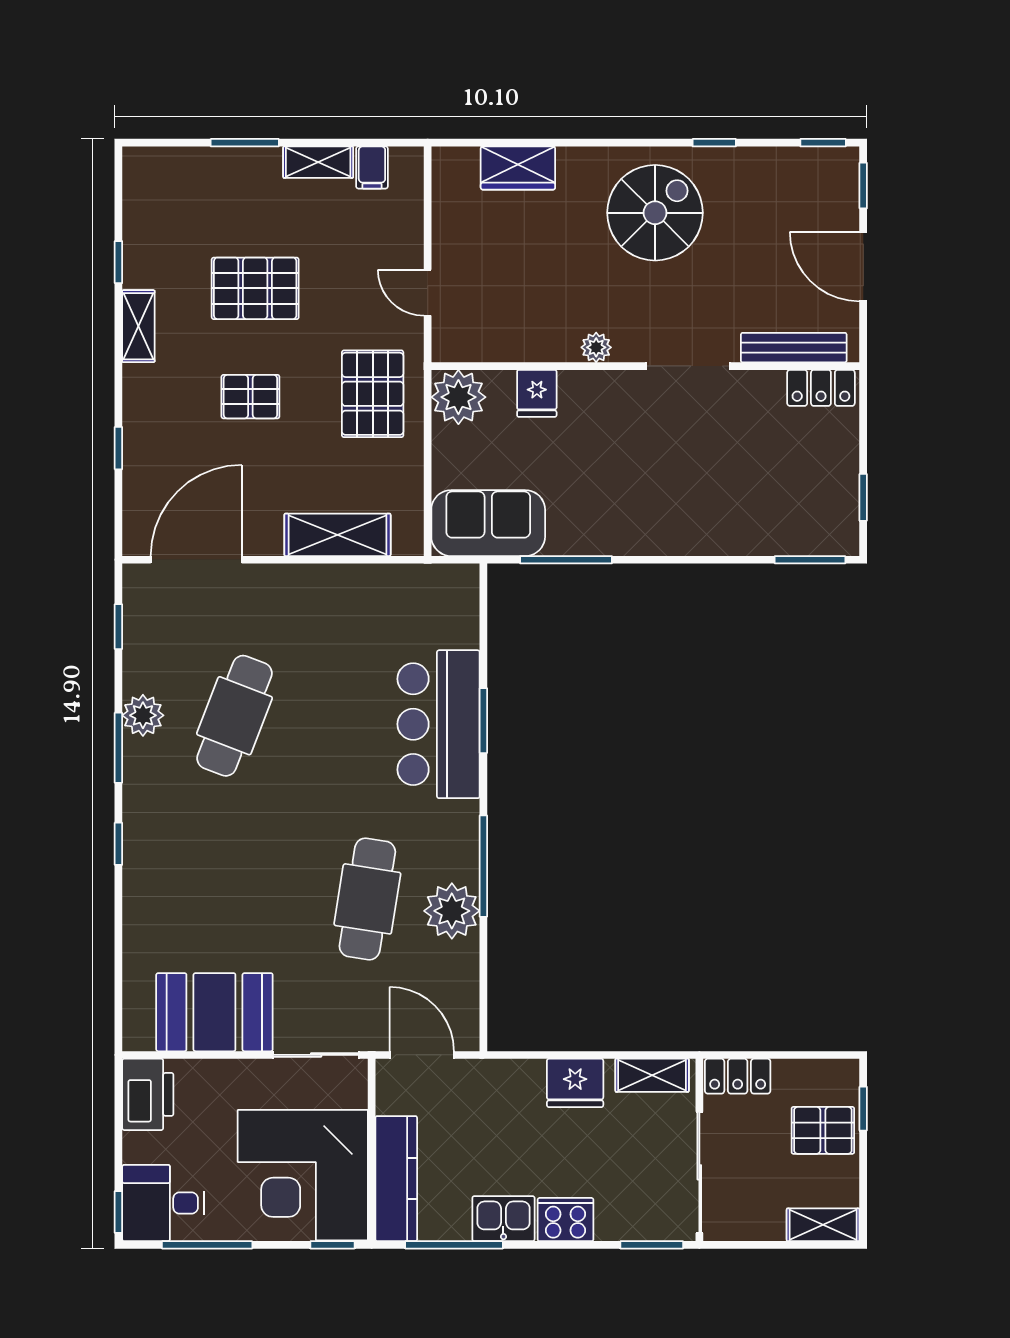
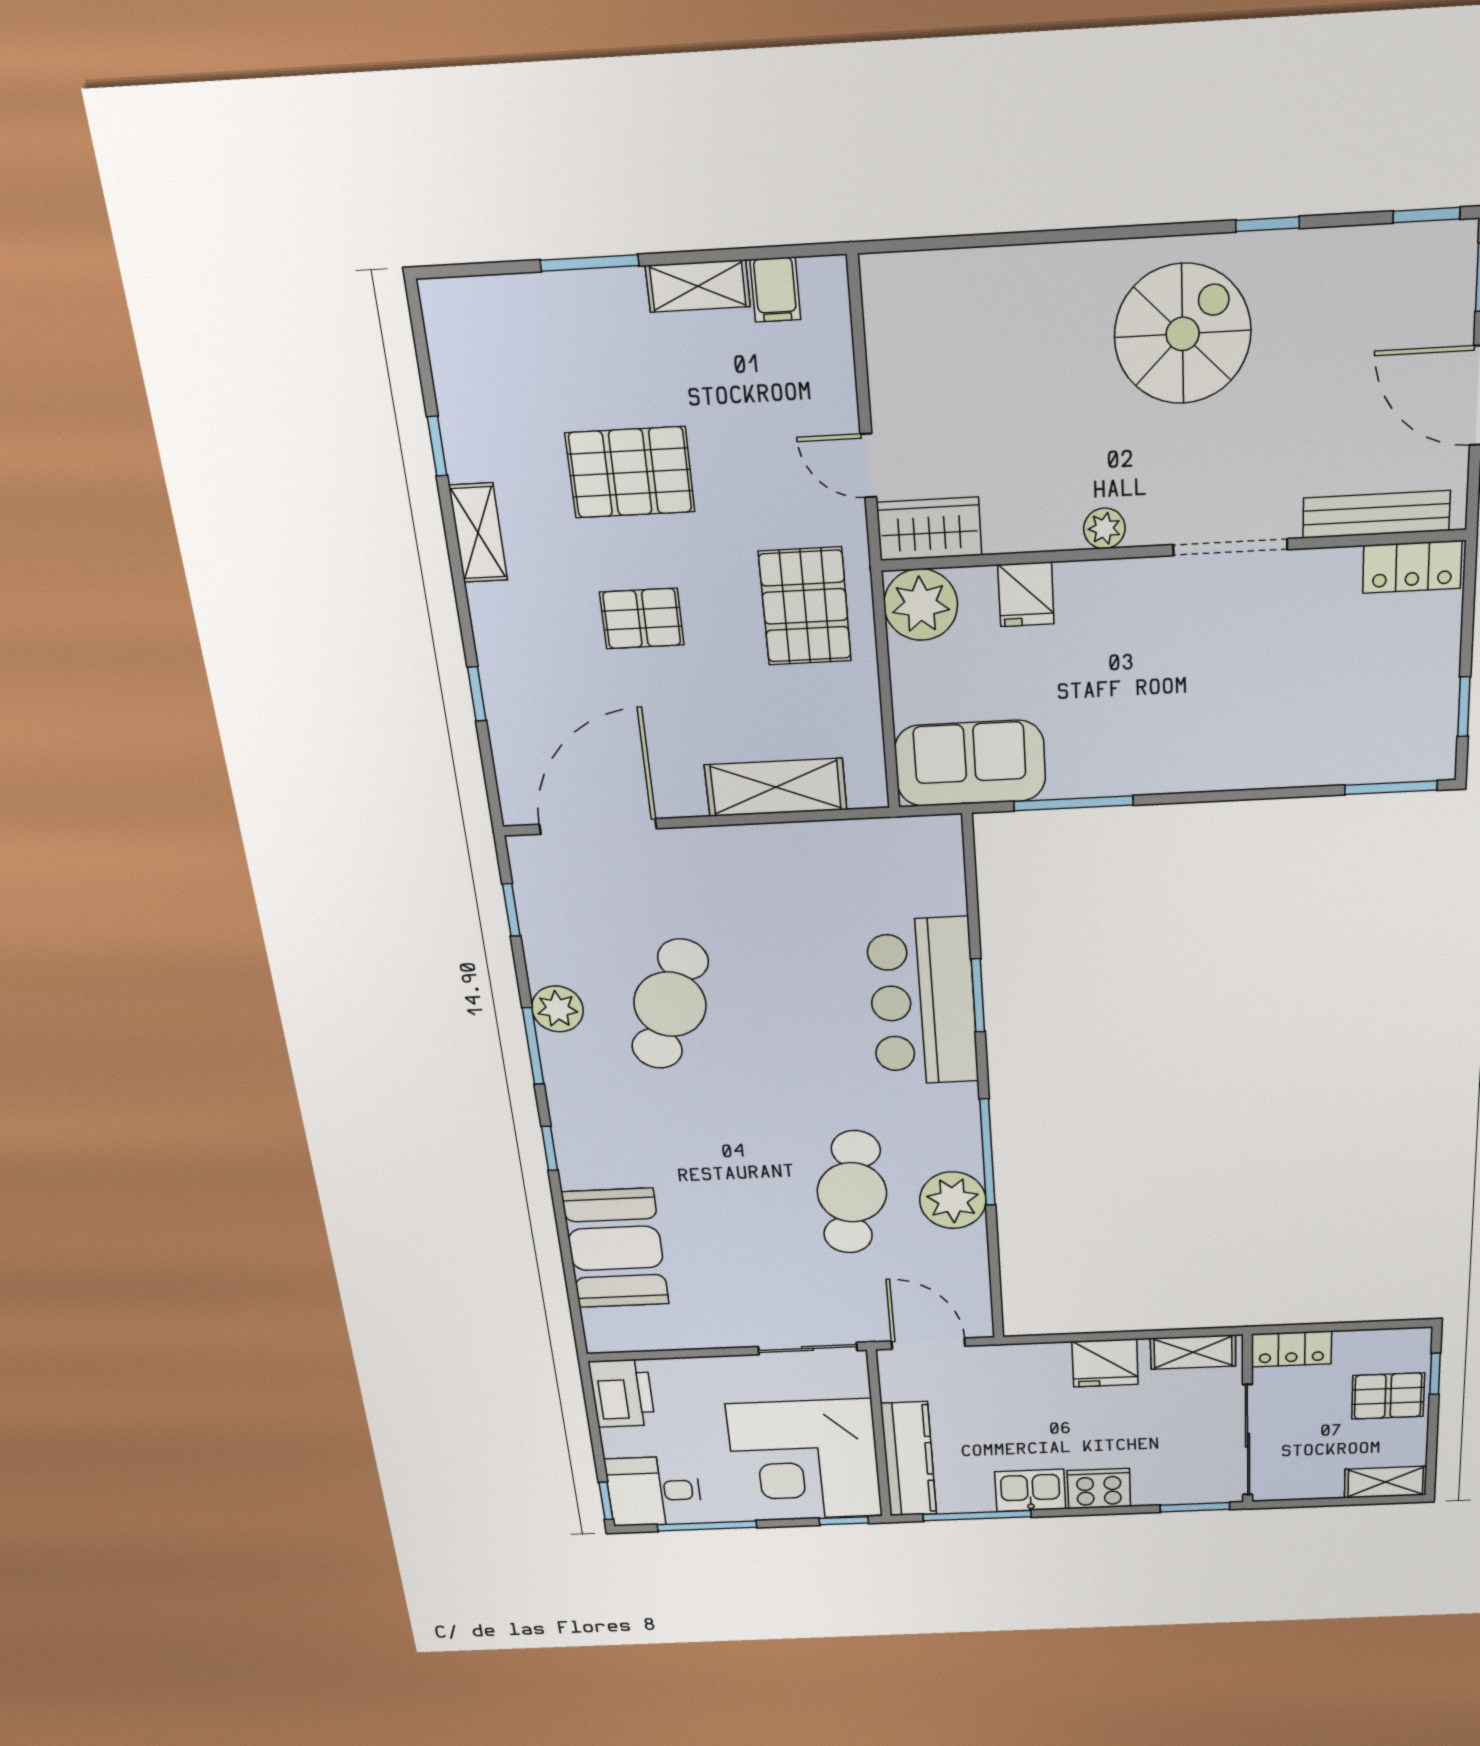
wardrobe: (518, 168) -> (929, 529), moved, turned 180
booth: (214, 1012) -> (616, 1248), moved, turned 90

